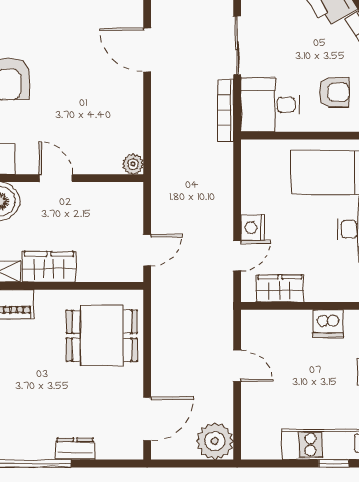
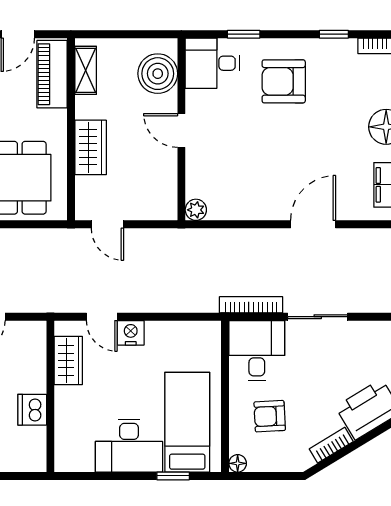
armchair: (334, 92) -> (270, 416), turned 87
door: (56, 178) -> (181, 130), swing flipped
wardrobe: (49, 267) -> (91, 147), moved

